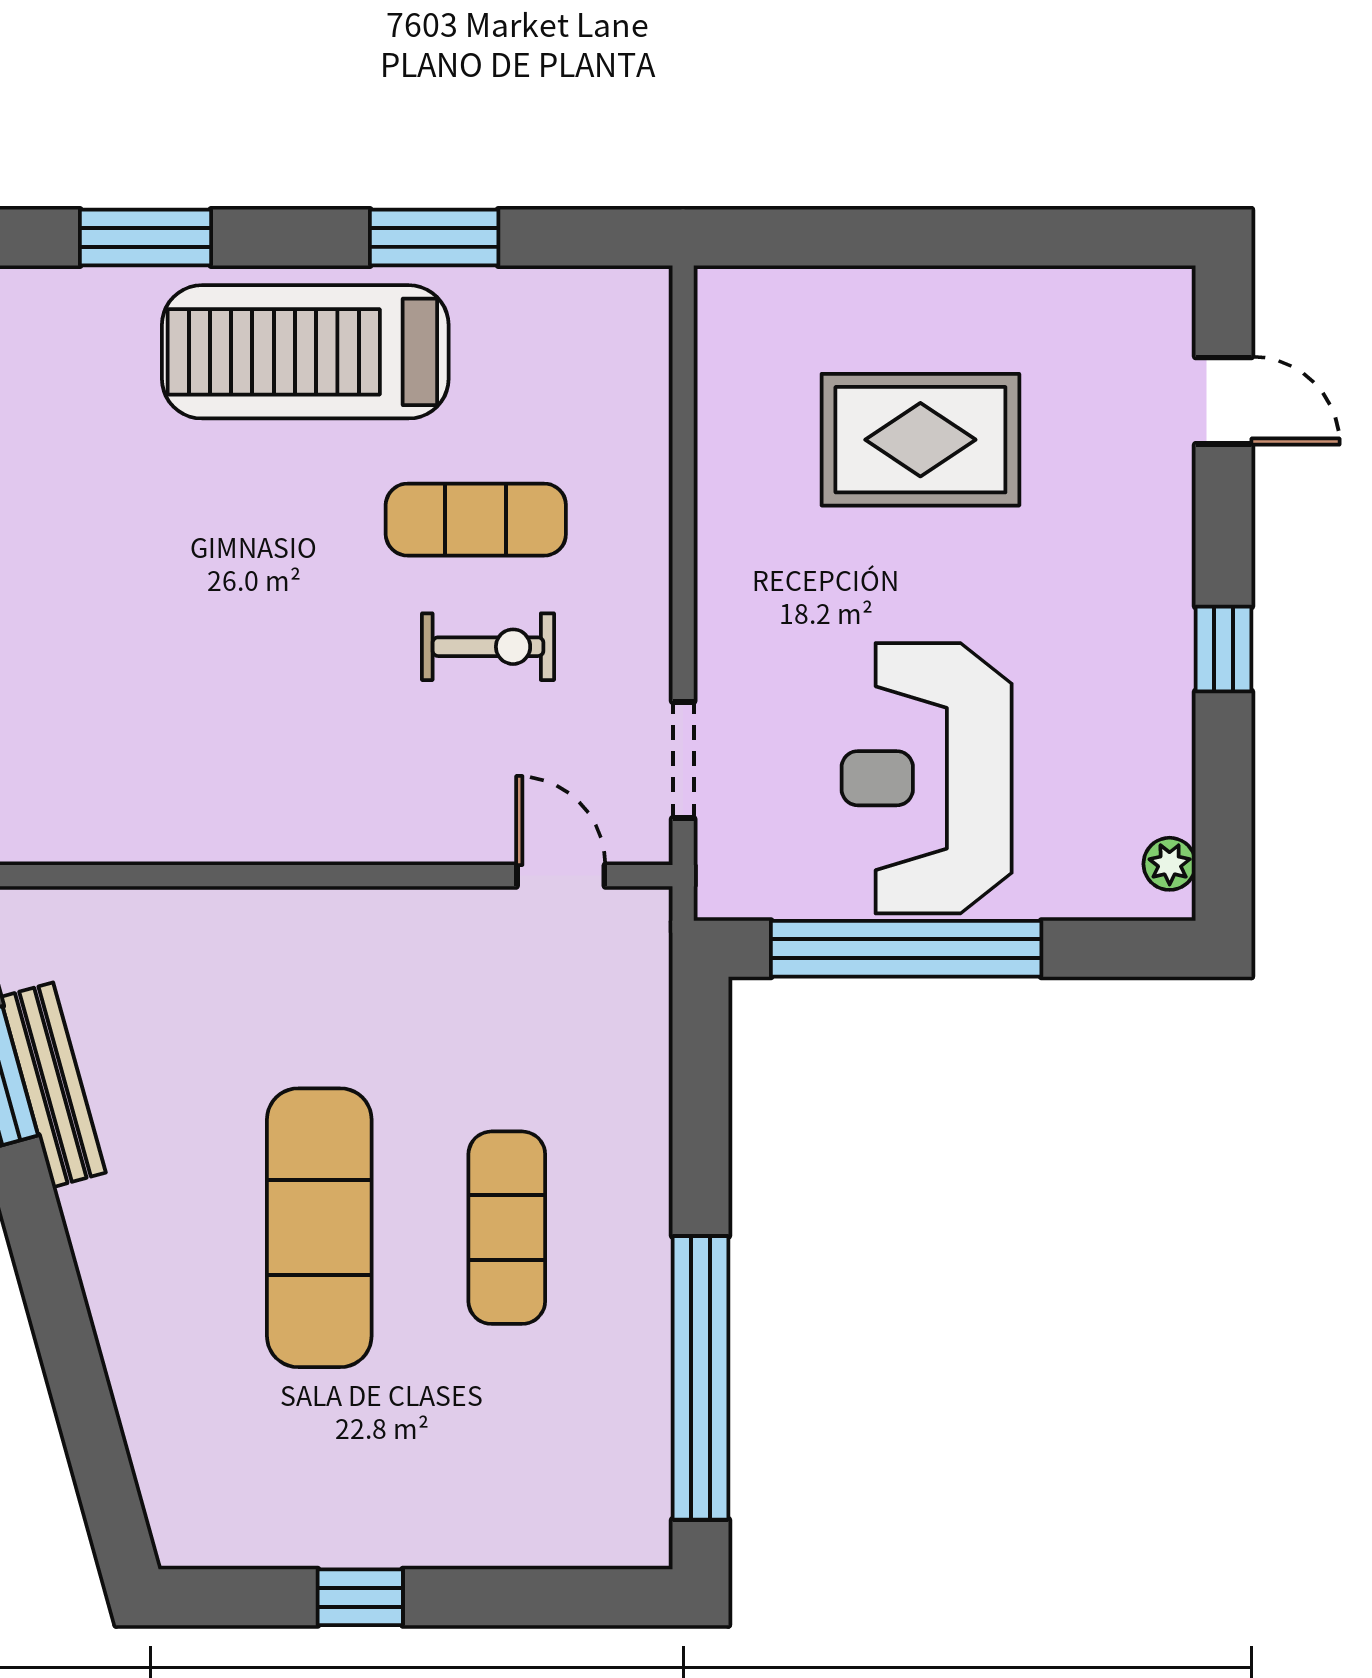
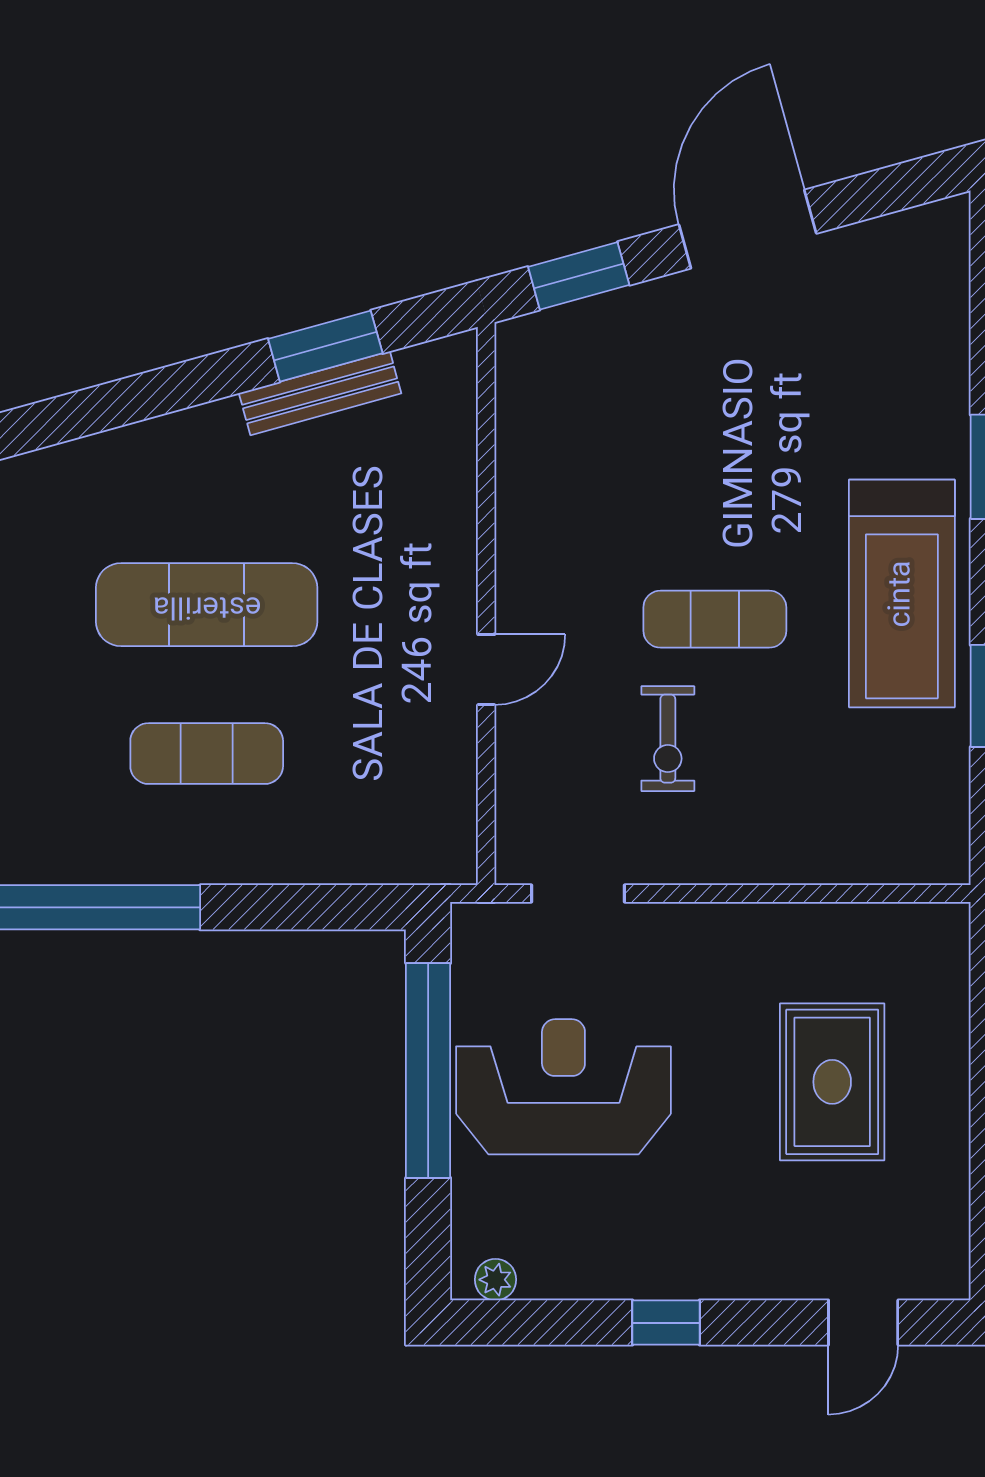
treadmill: (305, 352) -> (902, 594), turned 180
exercise mat: (476, 520) -> (715, 619), moved, turned 90
door: (561, 876) -> (486, 670), moved

